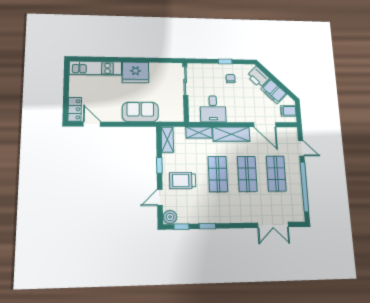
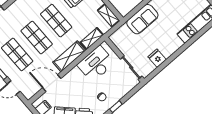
fridge: (136, 72) -> (157, 58), moved, width x0.53, depth x0.75
desk: (213, 109) -> (96, 64), width x1.37

